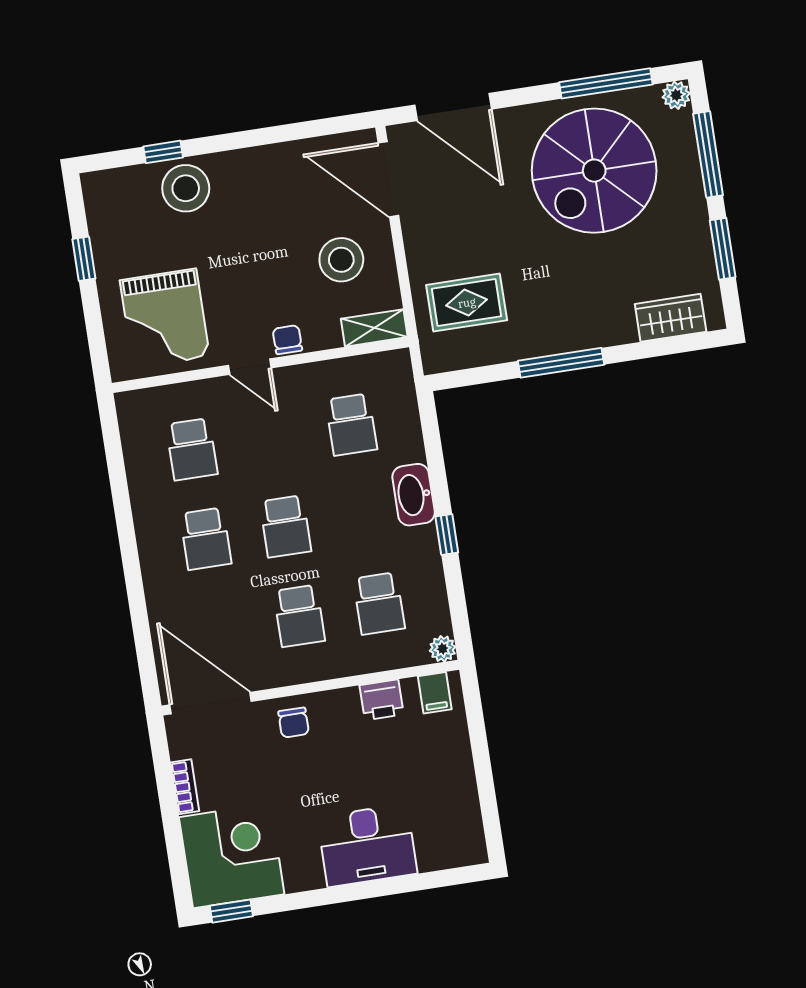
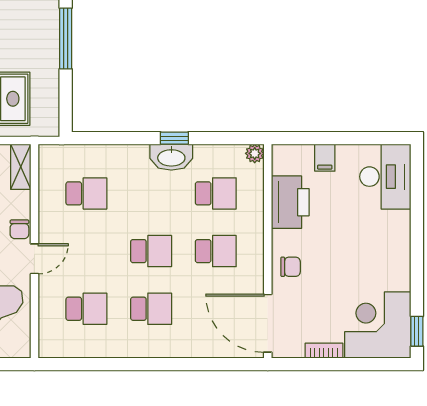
chair: (287, 340) -> (19, 229), turned -90
washbasin: (414, 495) -> (171, 157), moved
filing cabinet: (435, 693) -> (325, 158), moved, turned 90
printer: (382, 700) -> (290, 202), width x1.87, depth x1.48
door: (211, 703) -> (268, 323), hinge flipped
desk: (367, 845) -> (385, 177), moved

